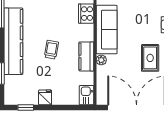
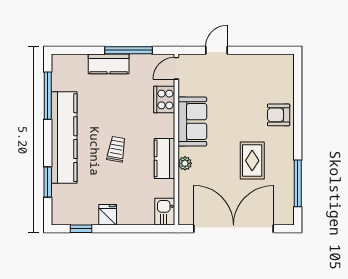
sofa: (107, 30) -> (192, 122), width x0.73

